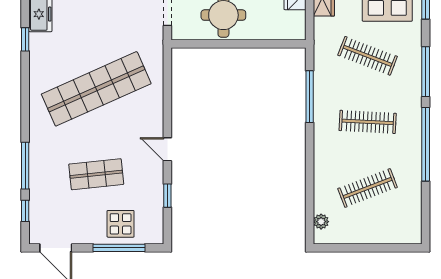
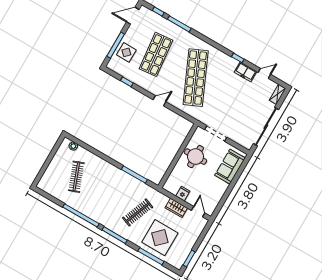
clothes rail: (368, 122) -> (107, 195), removed
door: (167, 149) -> (159, 101), moved
shop shelf: (96, 174) -> (156, 54), width x1.43, depth x1.36

